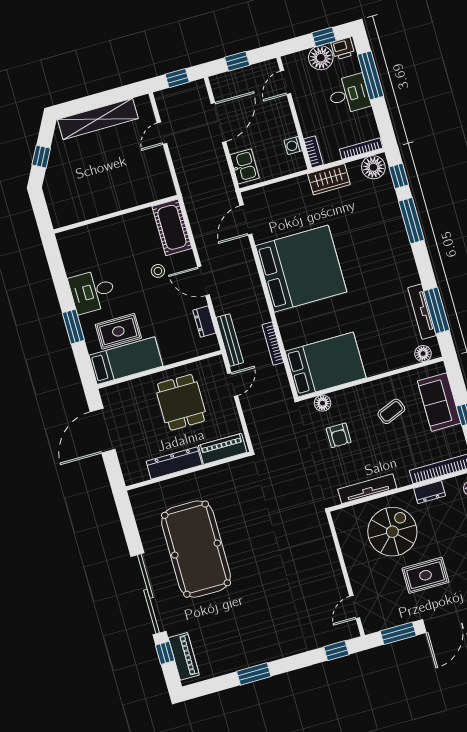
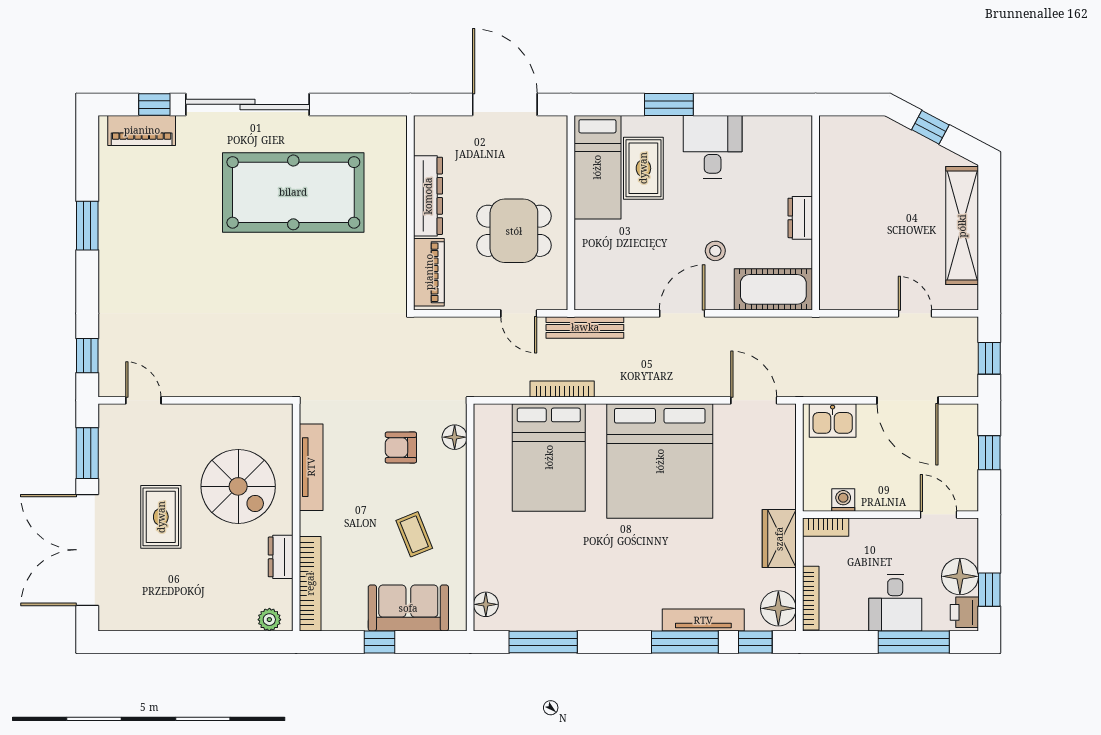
tv unit: (422, 312) -> (703, 620), moved
dresser: (204, 322) -> (800, 218), moved, turned -90
bed: (326, 365) -> (549, 457), moved

